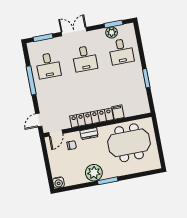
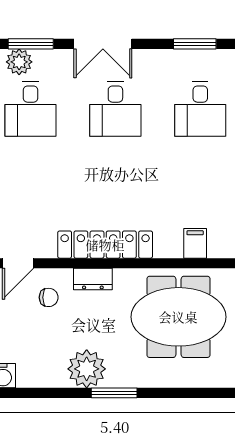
double door: (74, 32) -> (103, 44), swing flipped
plant: (112, 32) -> (19, 62), moved
filing cabinet: (118, 112) -> (195, 243), moved

